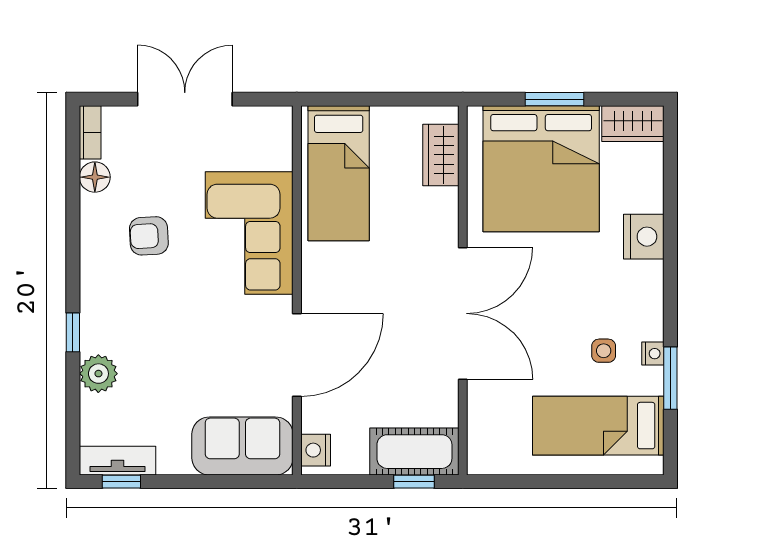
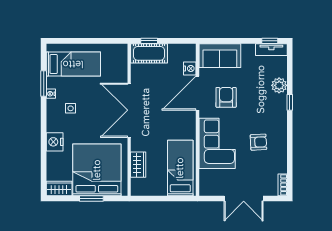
wardrobe: (441, 155) -> (138, 165), moved
floor lamp: (95, 177) -> (281, 166), removed
armchair: (227, 345) -> (226, 97), added
side table: (604, 351) -> (71, 108), moved
nightstand: (316, 450) -> (190, 68), moved

